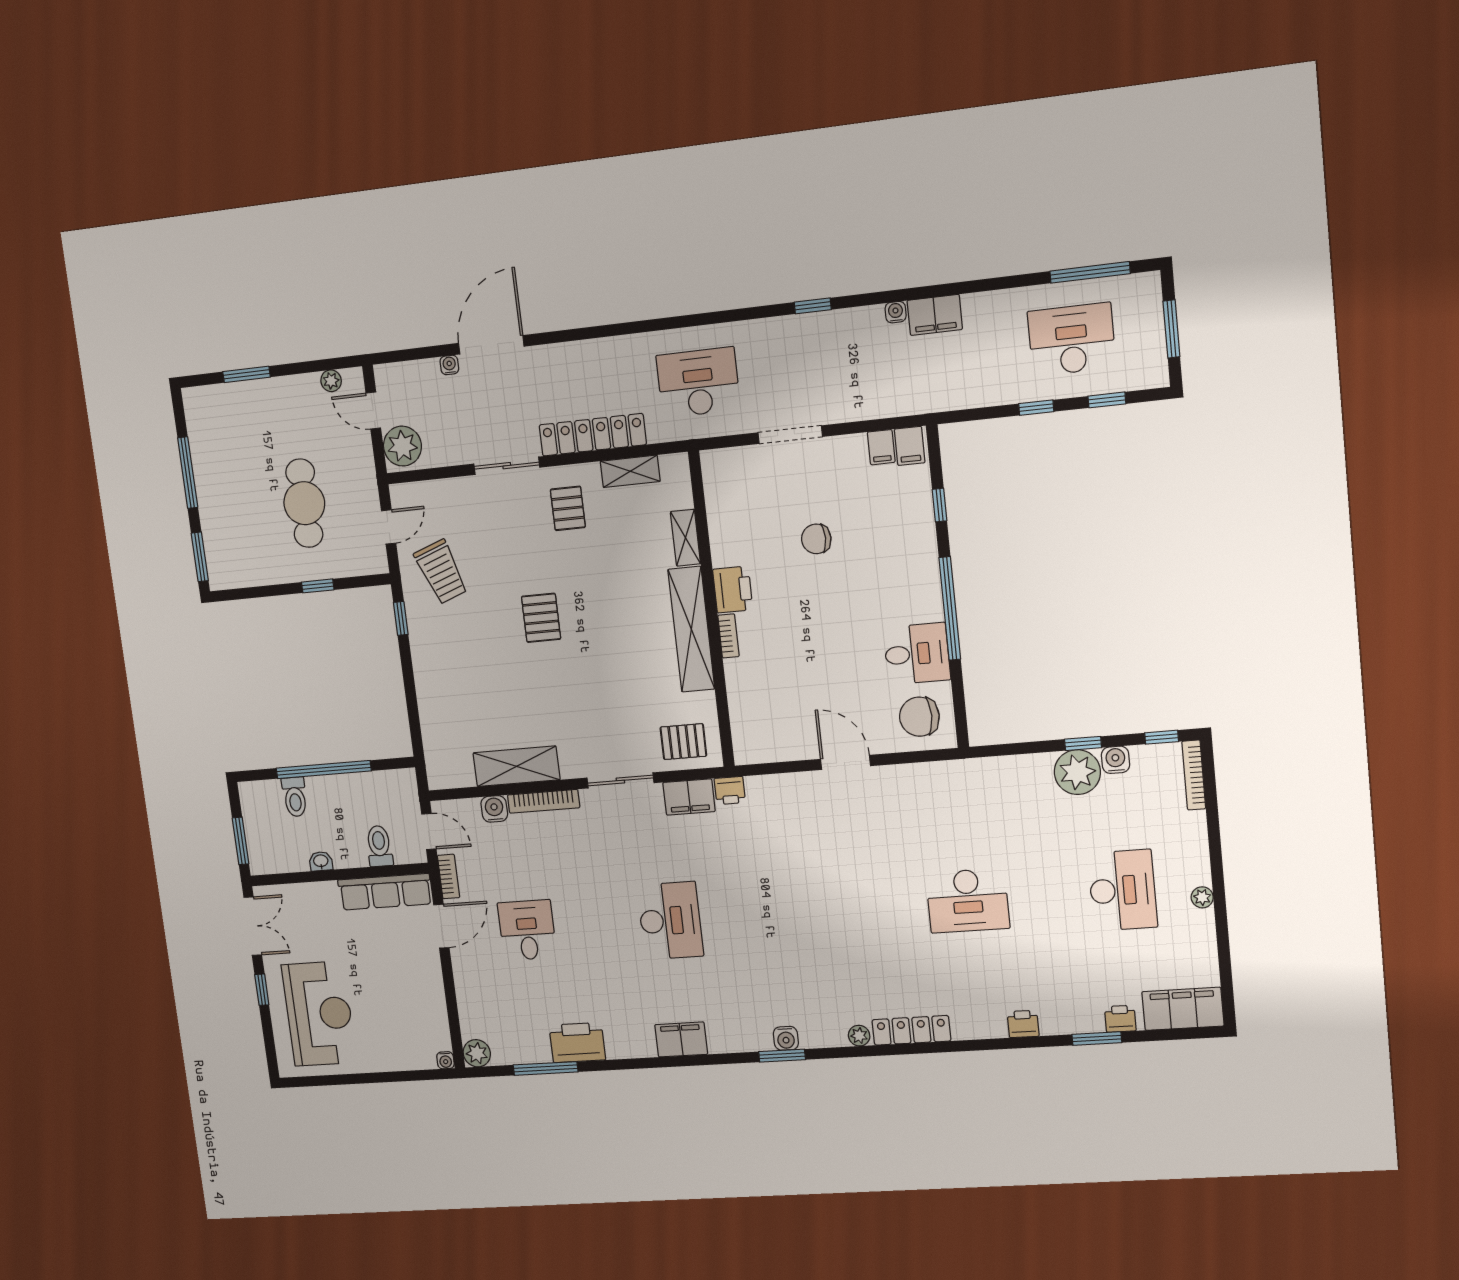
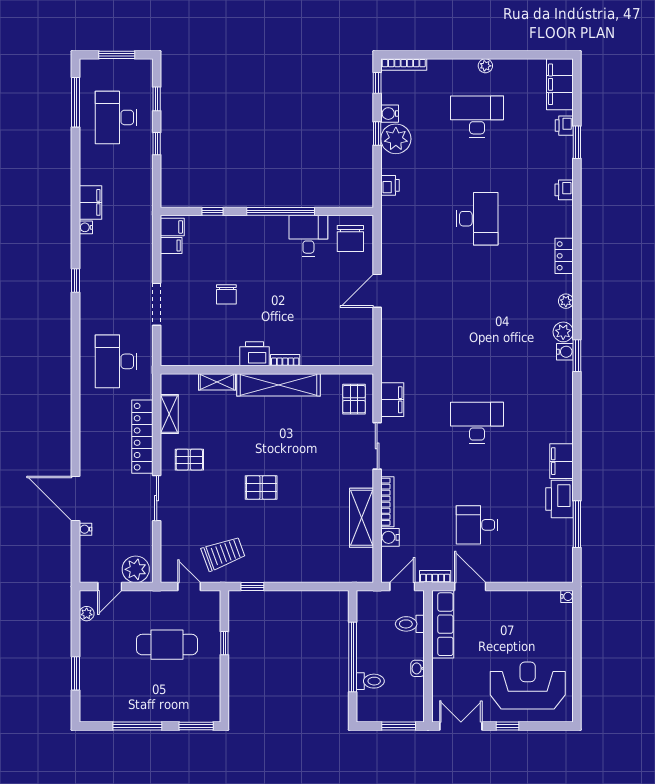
printer: (730, 791) -> (390, 185), moved
locker: (911, 1030) -> (564, 256), width x0.66
filing cabinet: (681, 1039) -> (562, 461), moved
plant: (477, 1053) -> (563, 332), moved

